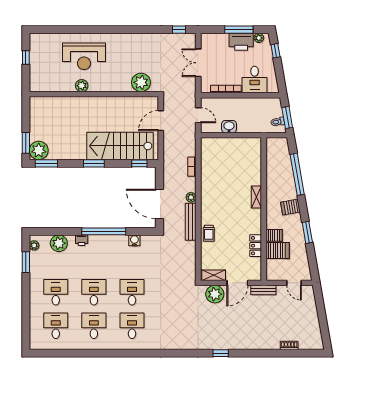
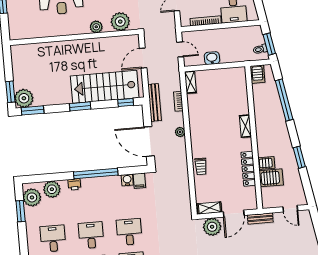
plant: (82, 86) -> (96, 27), moved
shelving: (206, 149) -> (190, 82), added
server rack: (290, 207) -> (257, 74), moved, turned -80
bench: (191, 222) -> (155, 102), moved
filing cabinet: (146, 242) -> (139, 181), added
plant: (34, 245) -> (32, 197), width x1.88, depth x1.88
locker: (256, 246) -> (248, 169), width x1.53

